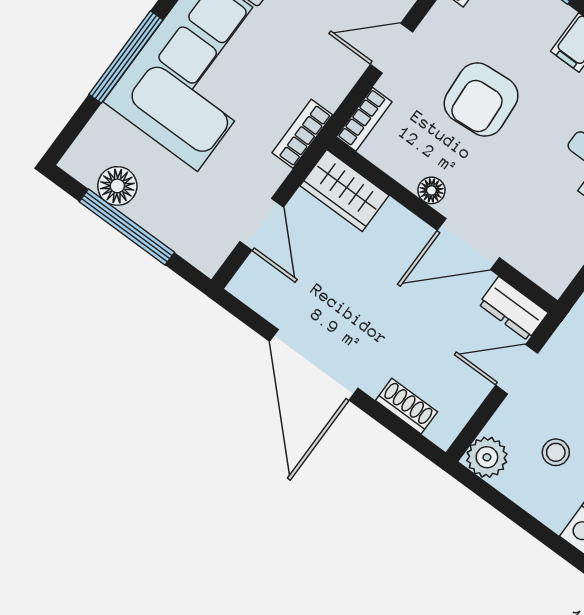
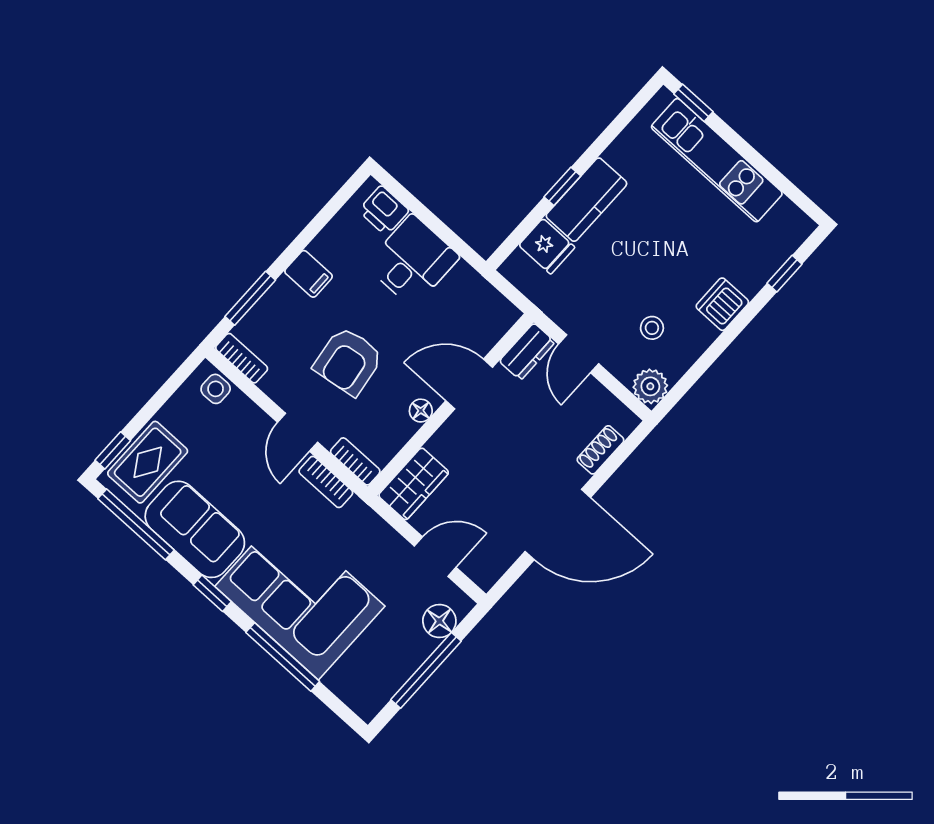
armchair: (481, 100) -> (348, 361), turned 86
bookcase: (302, 134) -> (326, 482), moved
floor lamp: (117, 186) -> (439, 621), moved
door: (468, 244) -> (469, 384), swing flipped

